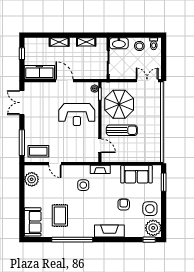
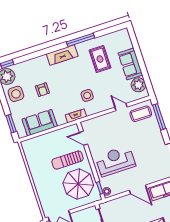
sofa: (33, 222) -> (130, 64), moved
fireplace: (109, 231) -> (62, 55), moved
window: (72, 240) -> (81, 40), width x0.68

